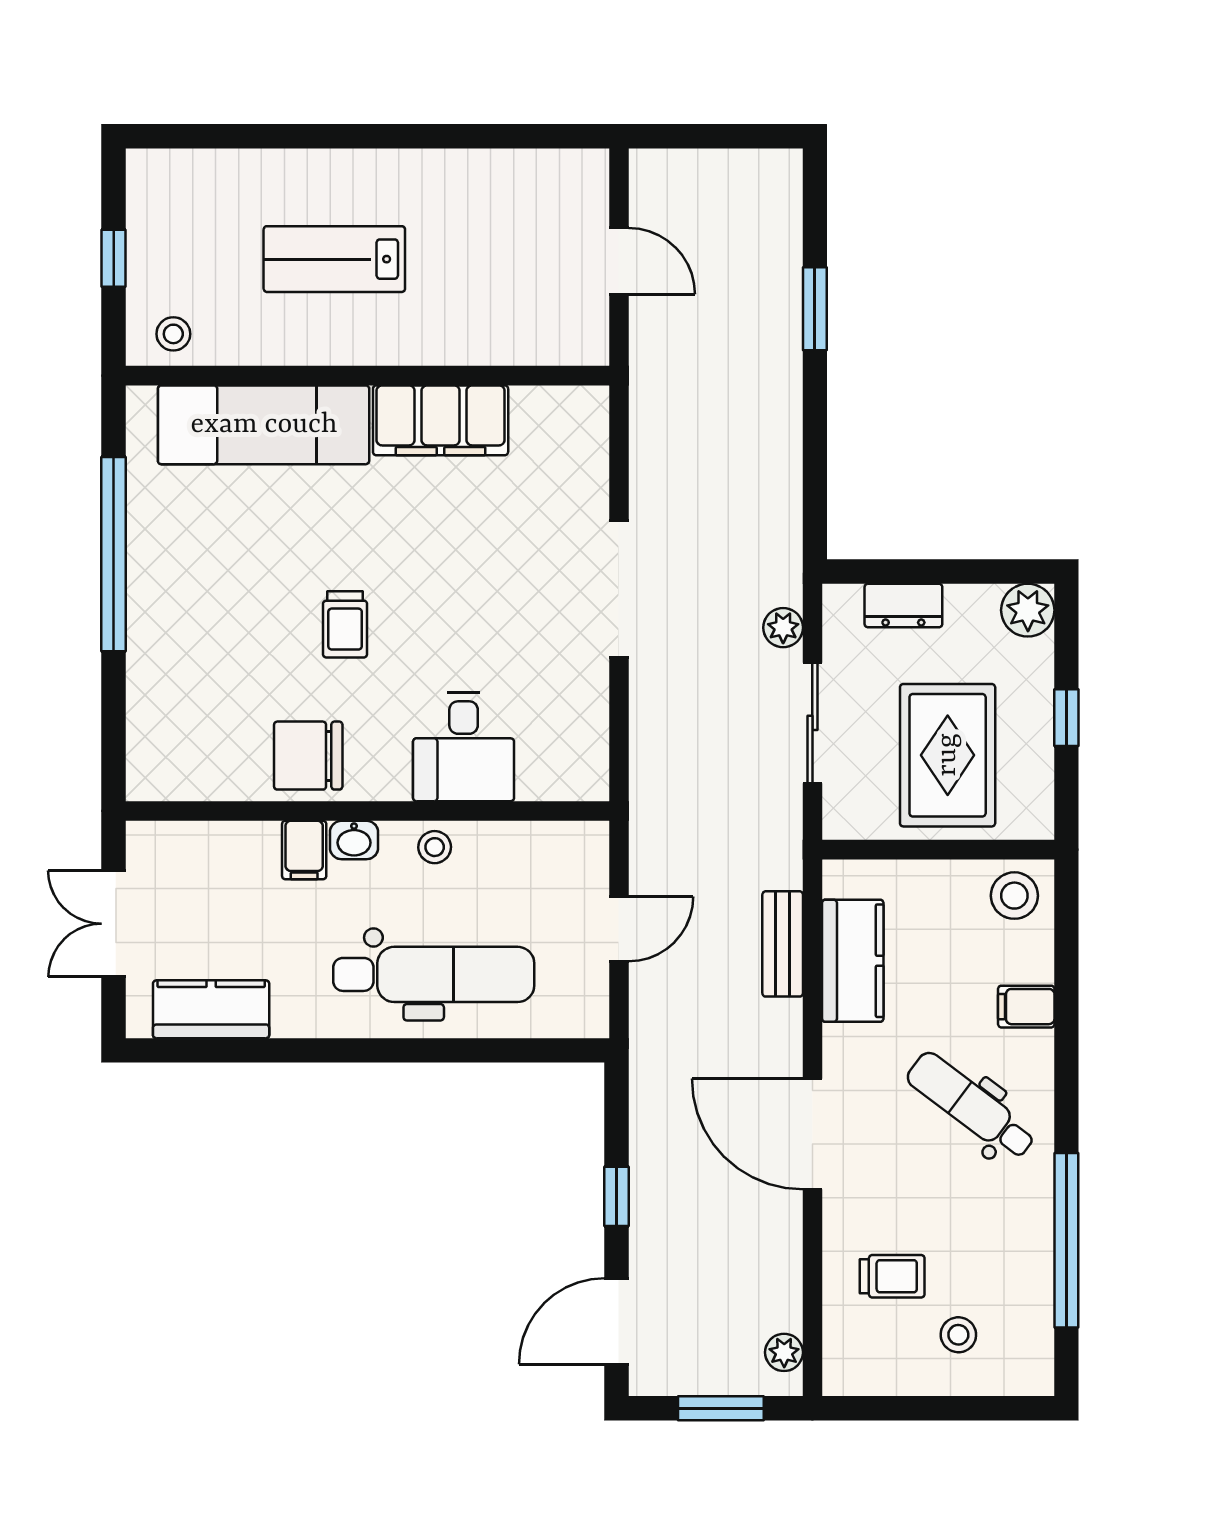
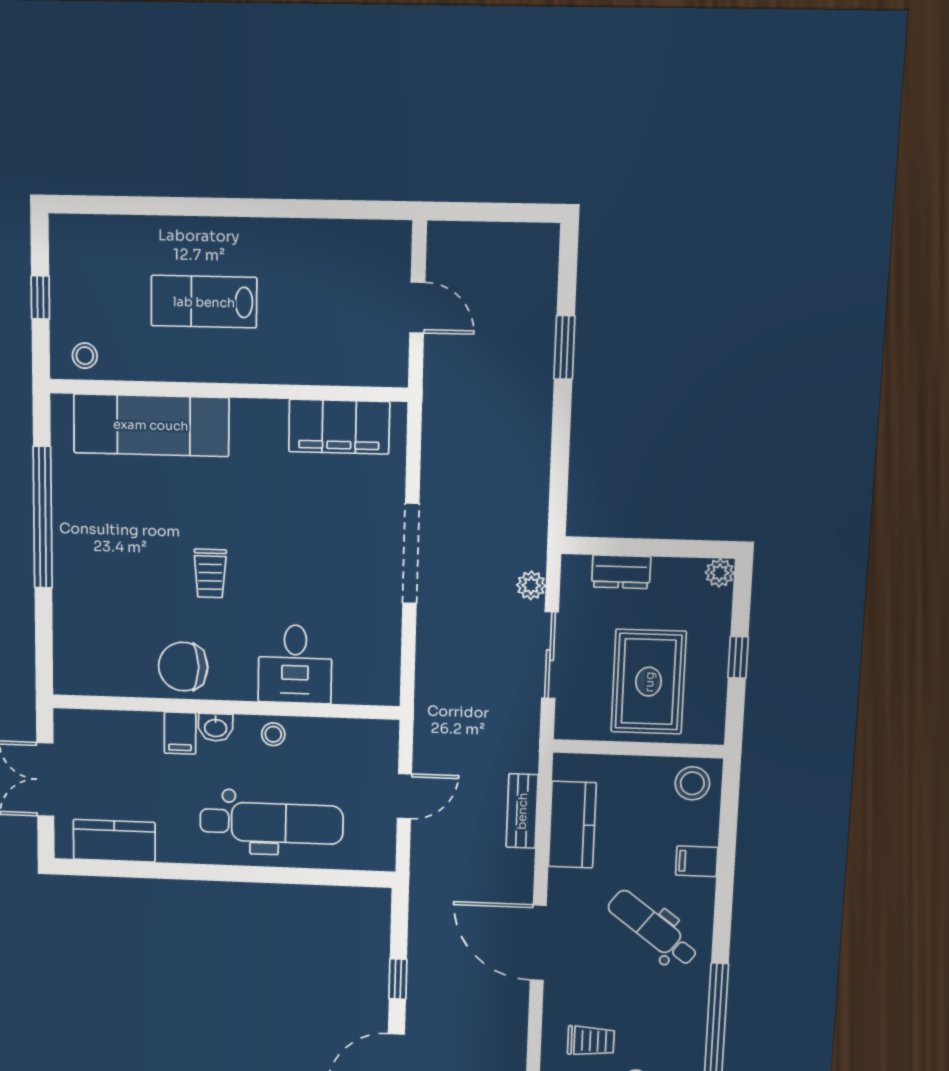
filing cabinet: (441, 420) -> (339, 427), moved
plant: (1028, 610) -> (720, 573), width x0.73, depth x0.73

